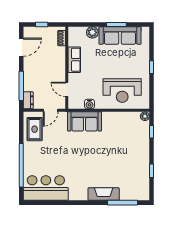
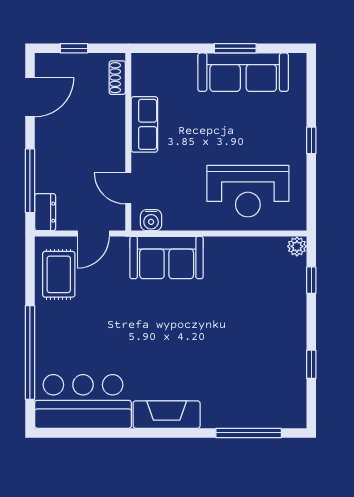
plant: (92, 32) -> (183, 65), removed
water cooler: (89, 104) -> (151, 220), moved
fireplace: (104, 194) -> (167, 415), moved

